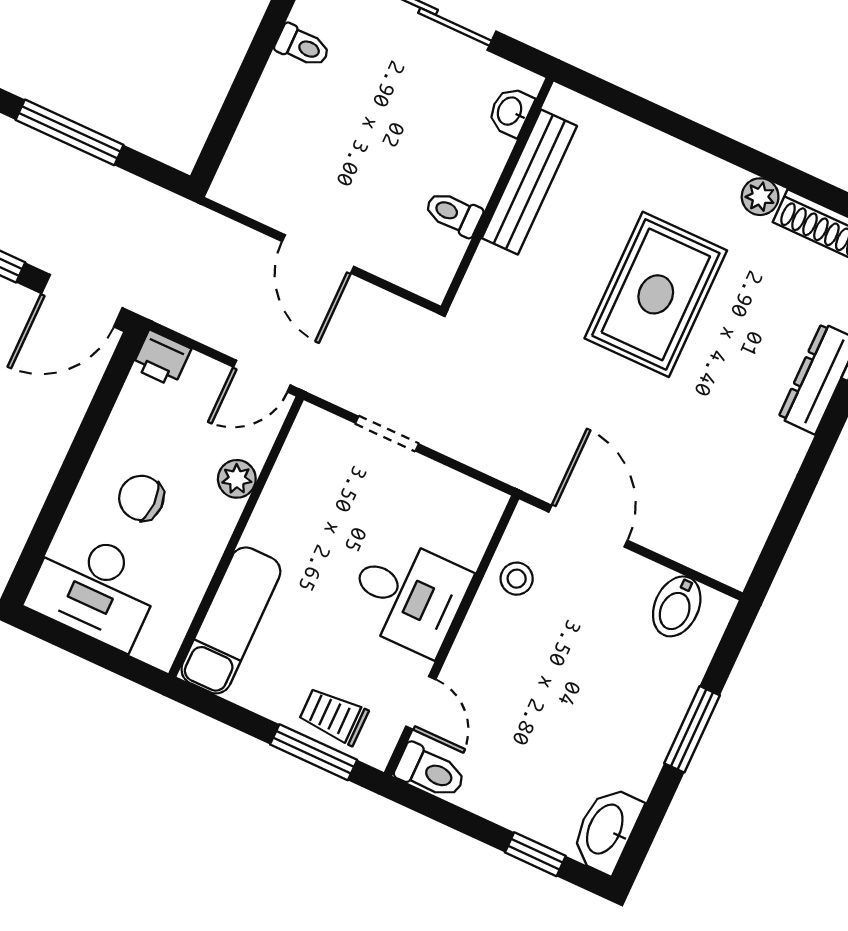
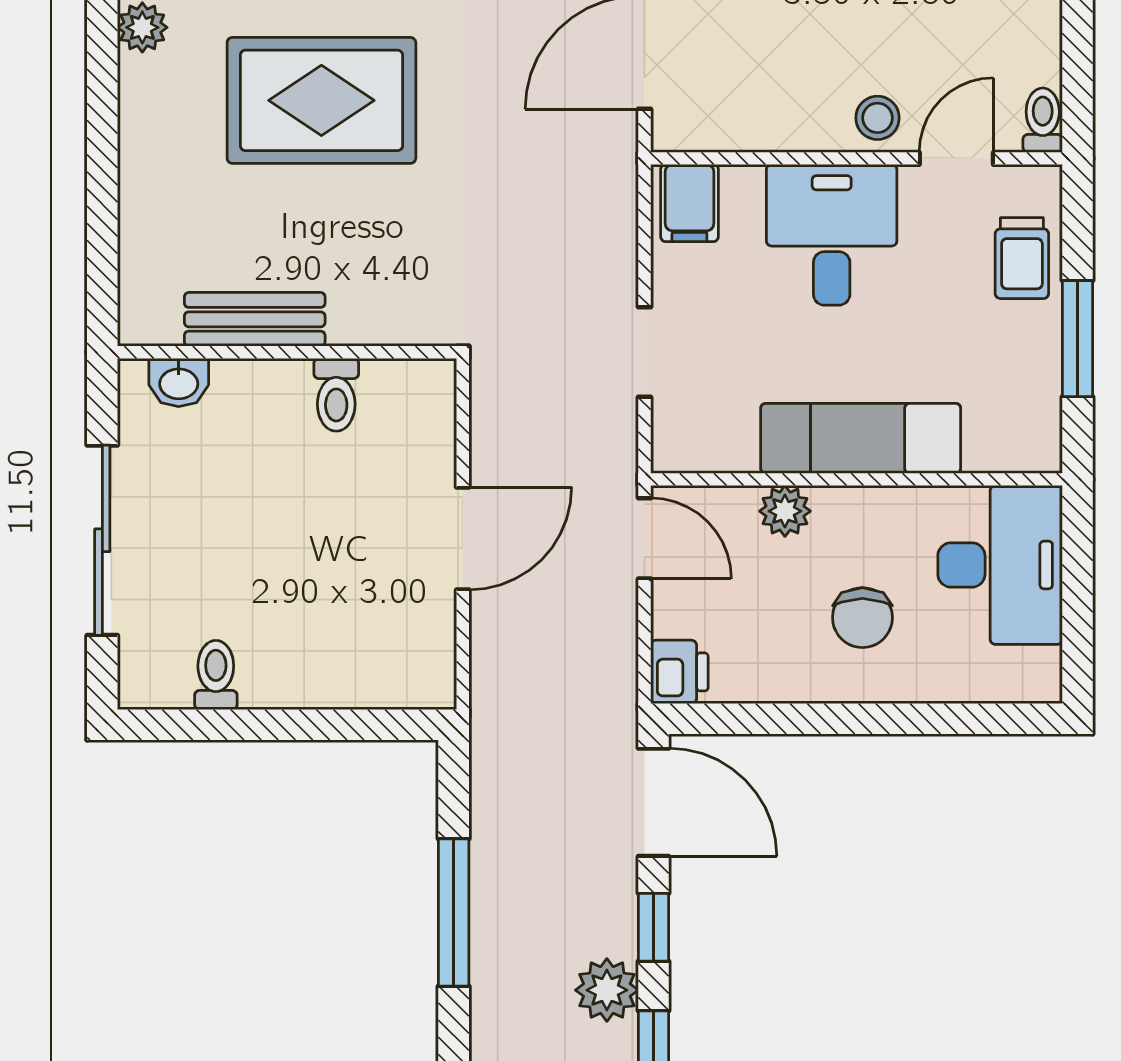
bench: (529, 182) -> (255, 319), width x0.73
filing cabinet: (473, 510) -> (689, 203), added
stool: (517, 579) -> (878, 118), moved
desk: (94, 588) -> (1000, 565), moved
exam couch: (231, 620) -> (861, 438), moved
window: (314, 752) -> (1078, 339), moved
toilet: (430, 772) -> (1043, 120), width x0.73, depth x0.72

